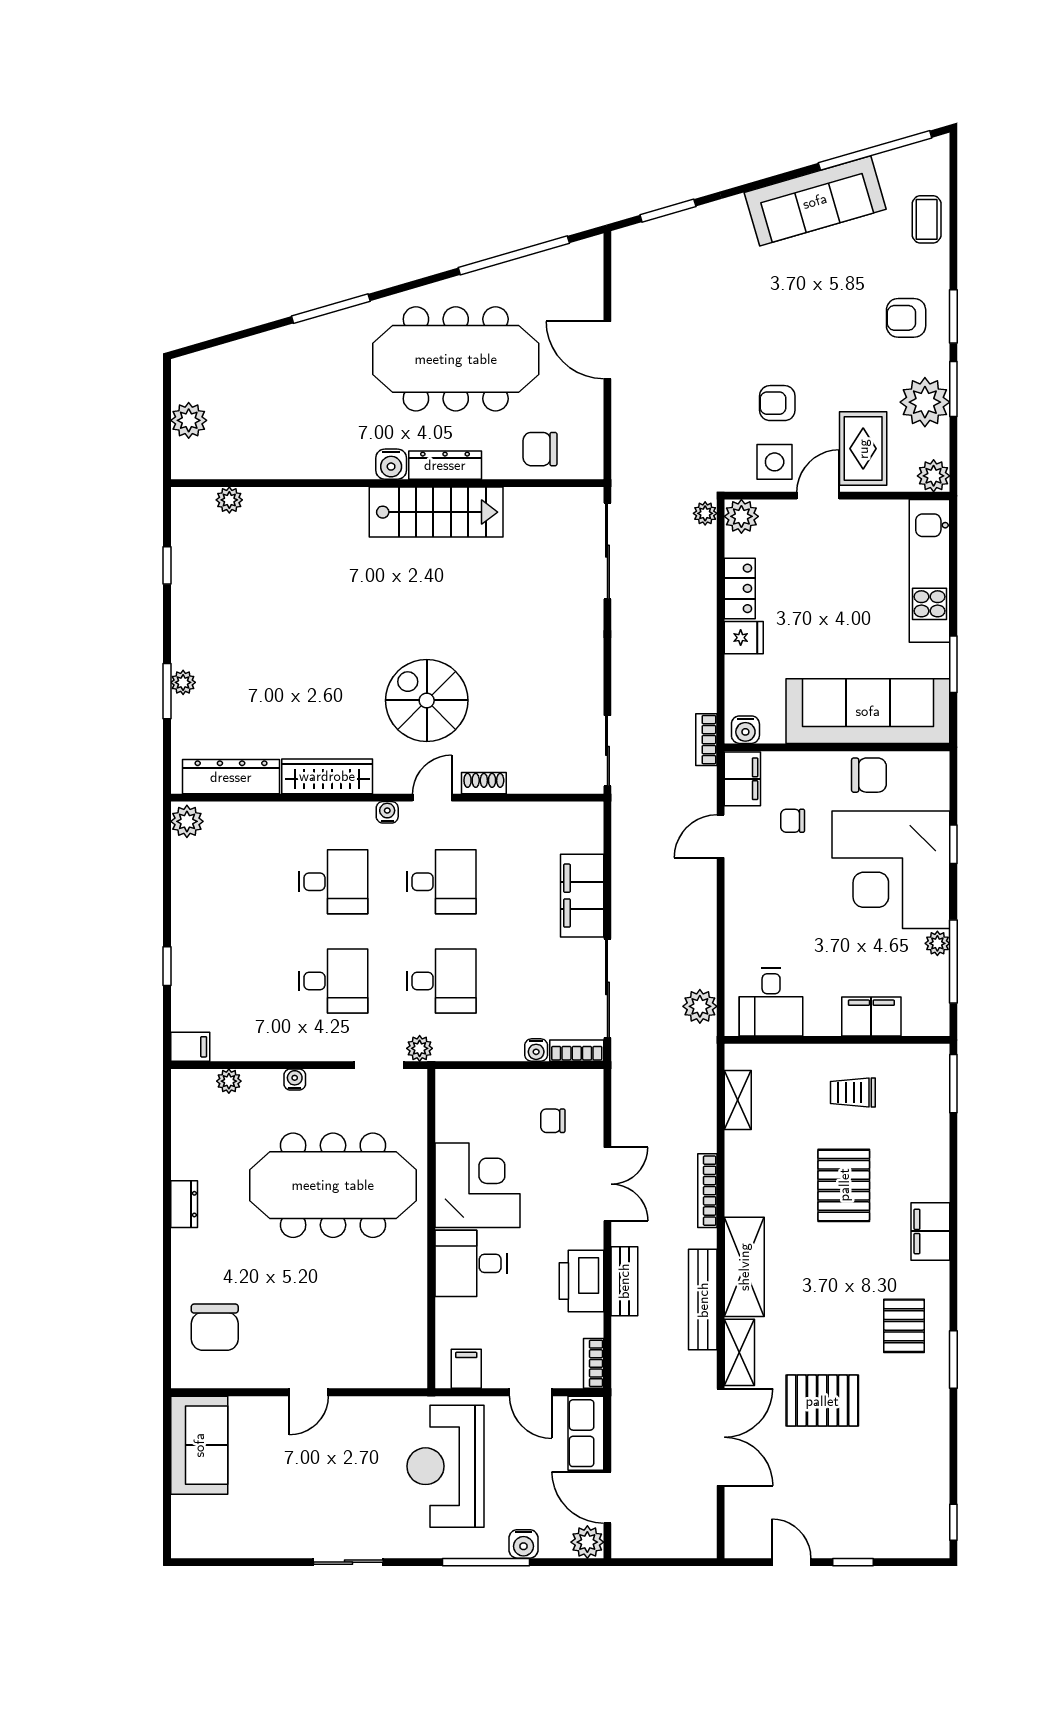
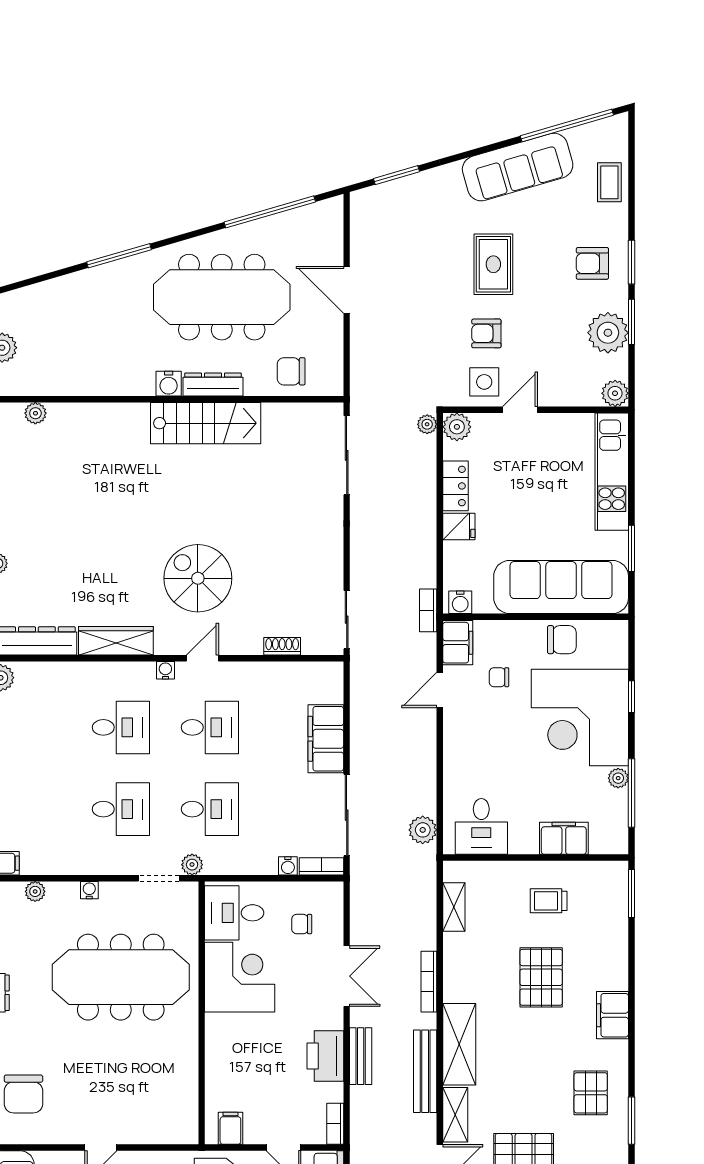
rug: (863, 449) -> (493, 264), moved
shoe rack: (484, 783) -> (282, 646), moved
desk: (471, 1263) -> (234, 913), moved

